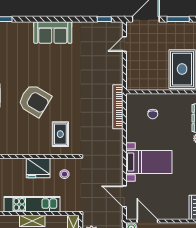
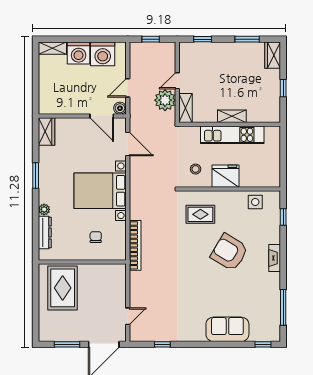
window: (104, 19) -> (162, 344), moved
sofa: (53, 32) -> (227, 329), moved
rug: (60, 134) -> (200, 214), turned 90
side table: (12, 145) -> (255, 202), added
bed with nightstands: (149, 162) -> (100, 191), width x1.36

